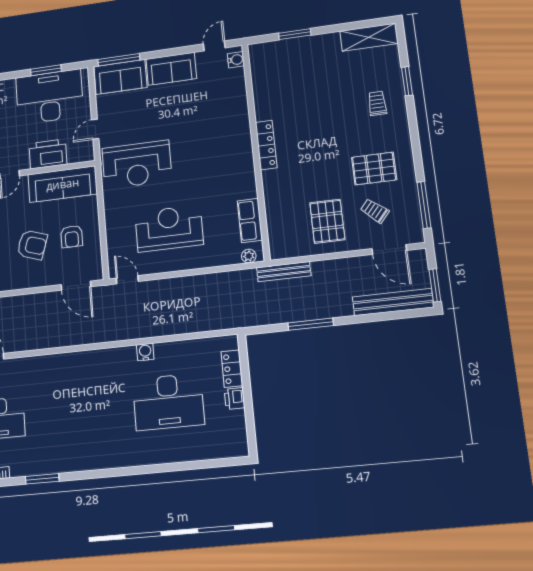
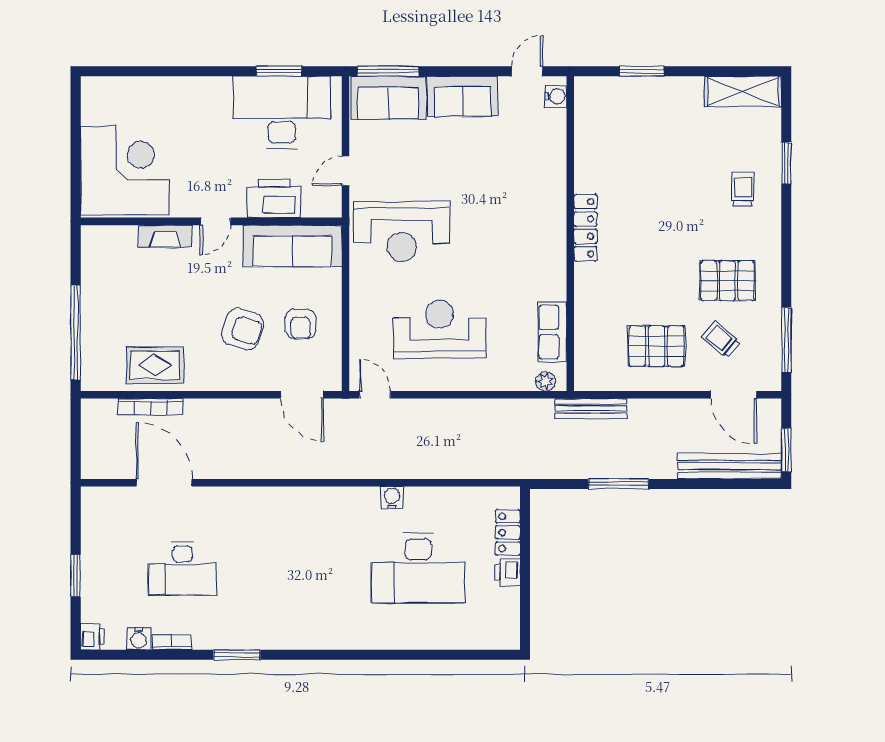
pallet: (327, 221) -> (657, 346), turned 90

